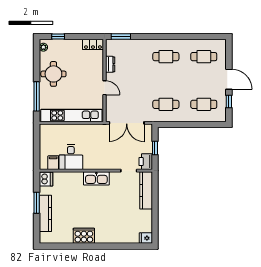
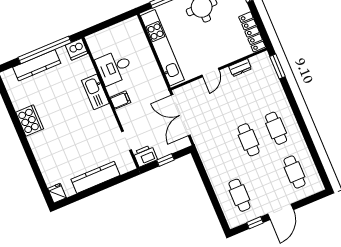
locker: (93, 44) -> (252, 32), width x1.53
cafe table: (166, 104) -> (249, 140), moved
filing cabinet: (53, 163) -> (120, 100), moved
kitchen sink: (96, 178) -> (95, 92), moved
kitchen counter: (146, 190) -> (95, 177), moved
window: (37, 203) -> (45, 50), width x2.11

